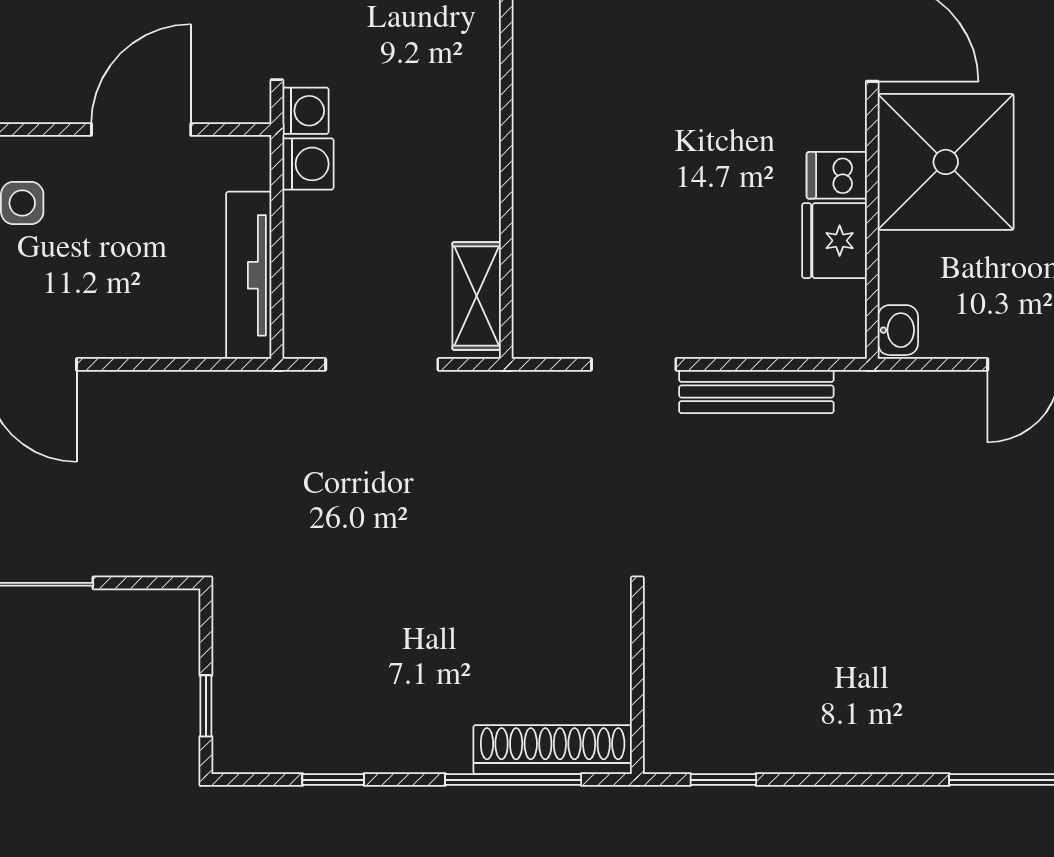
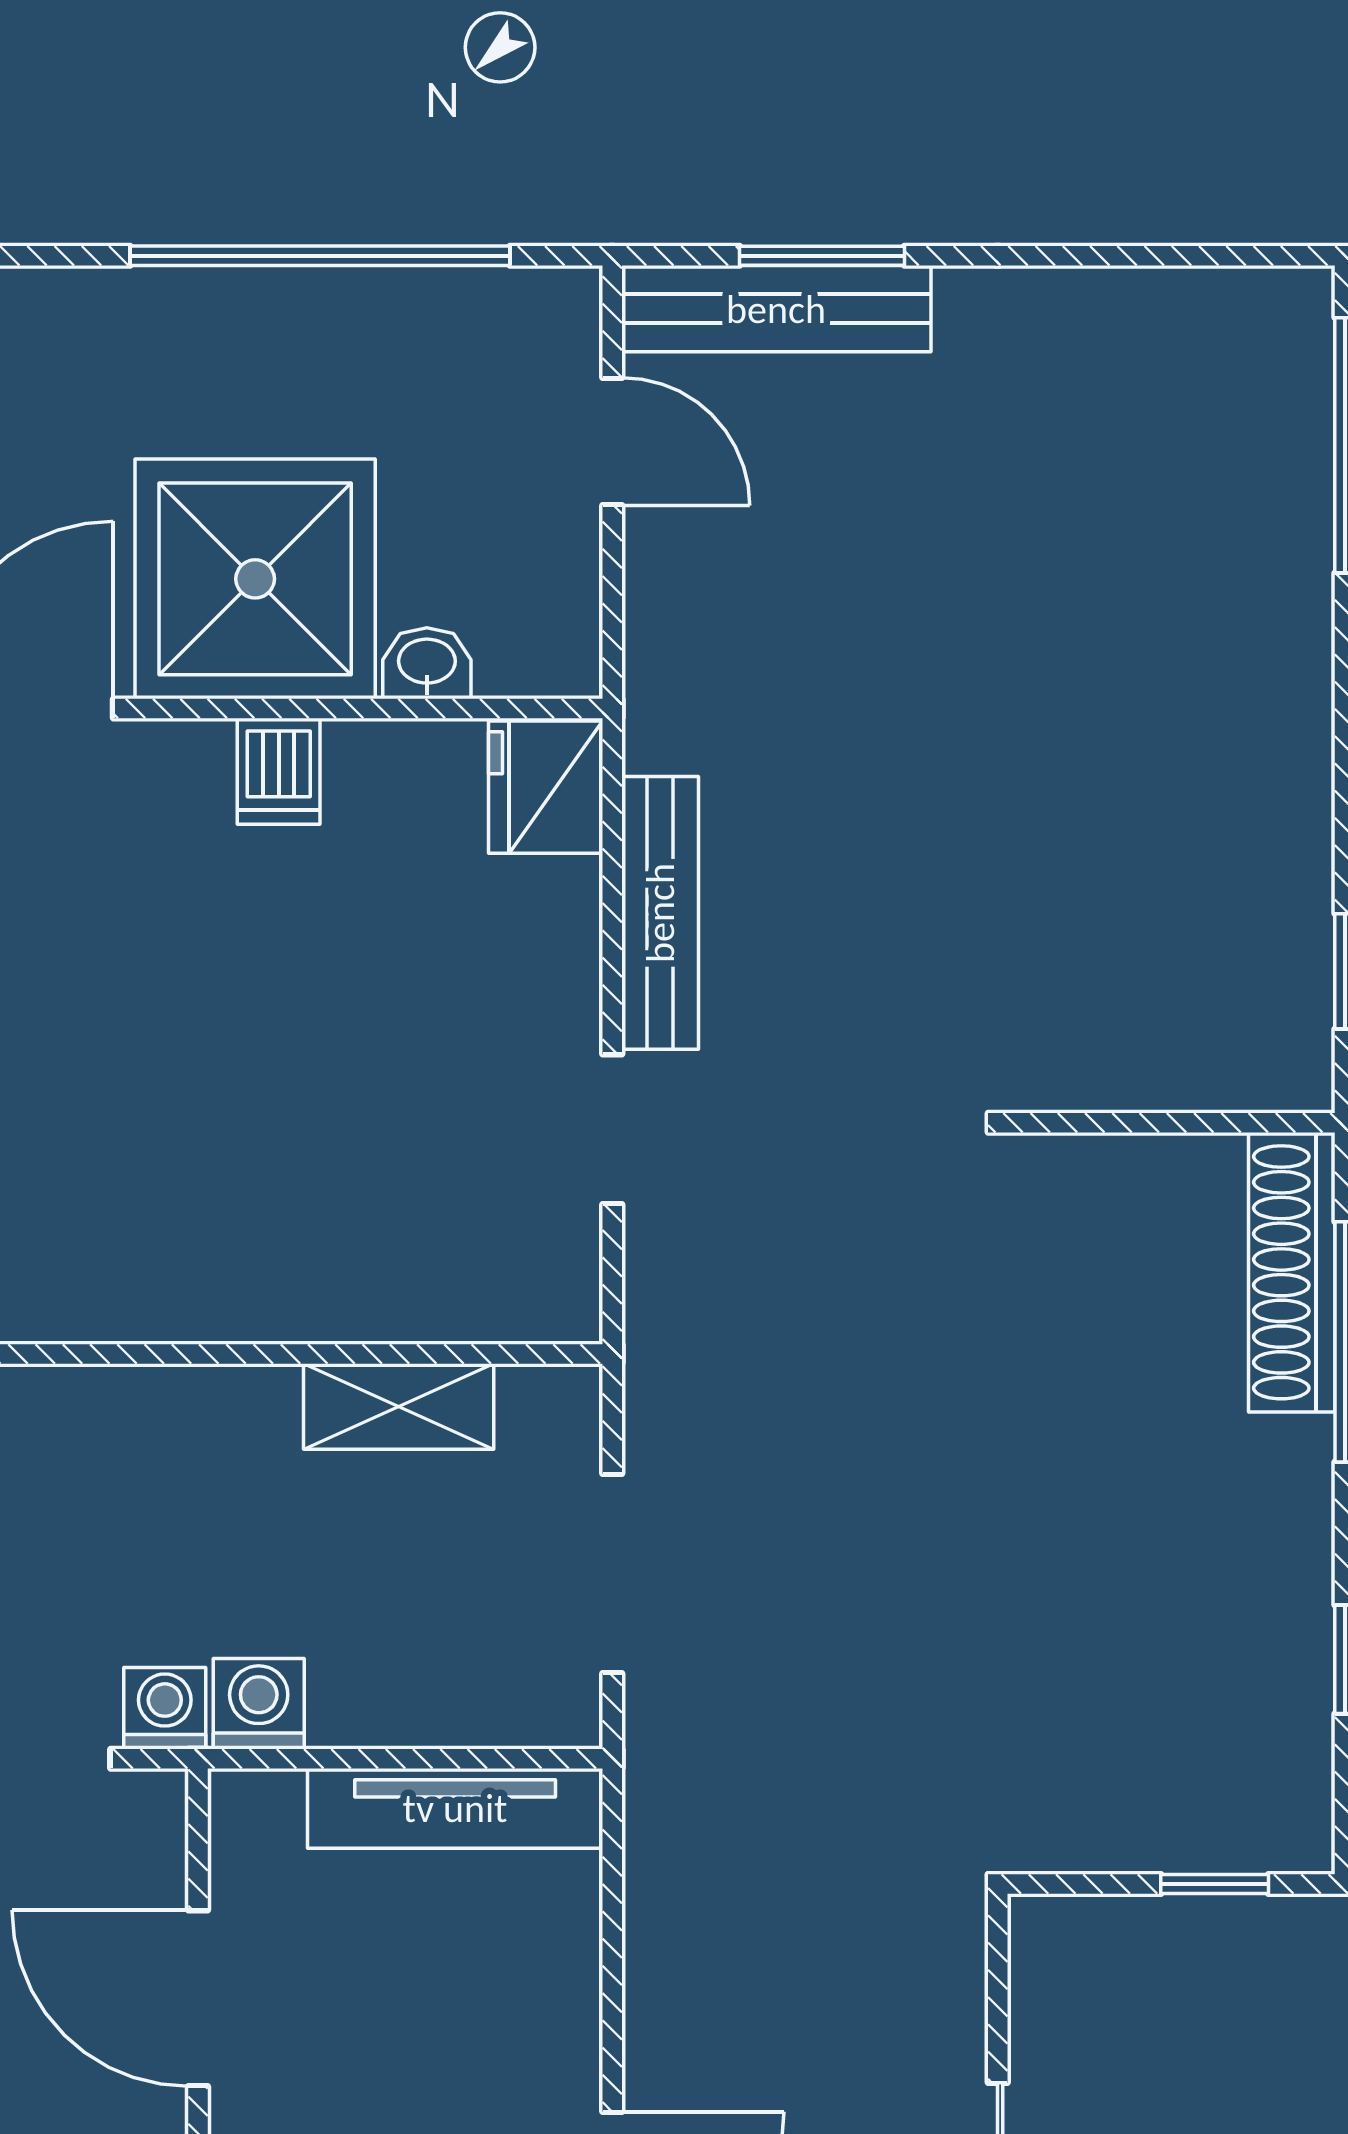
fridge: (834, 241) -> (546, 787), moved, turned 90
shelving: (477, 296) -> (399, 1406), moved
washbasin: (898, 330) -> (427, 663), moved

